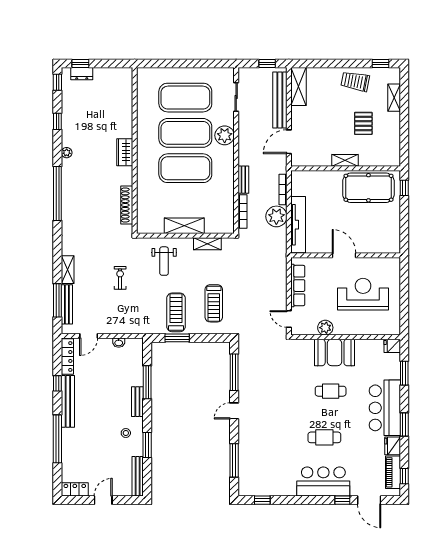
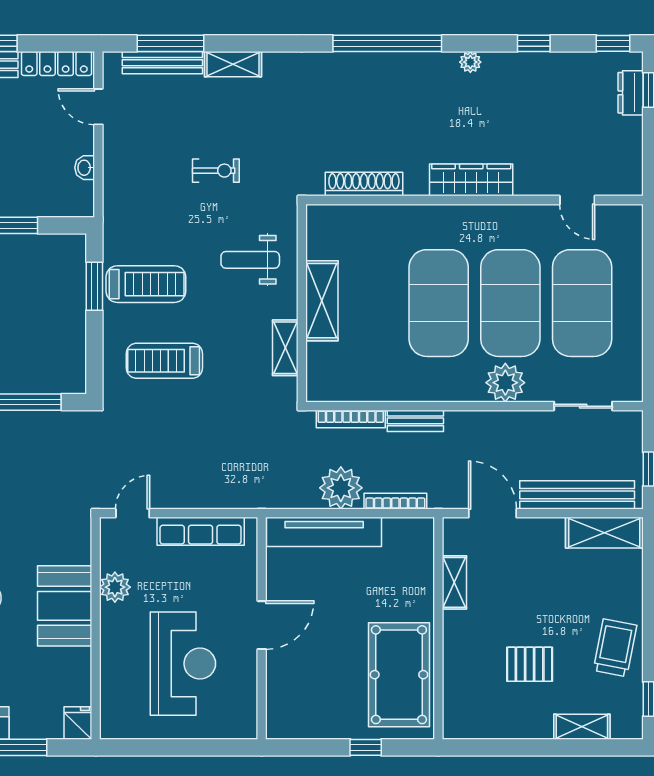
door: (135, 100) -> (577, 200), added
wardrobe: (125, 152) -> (471, 180), width x1.50
shelving: (345, 160) -> (454, 582), moved
window: (404, 188) -> (366, 747), moved

